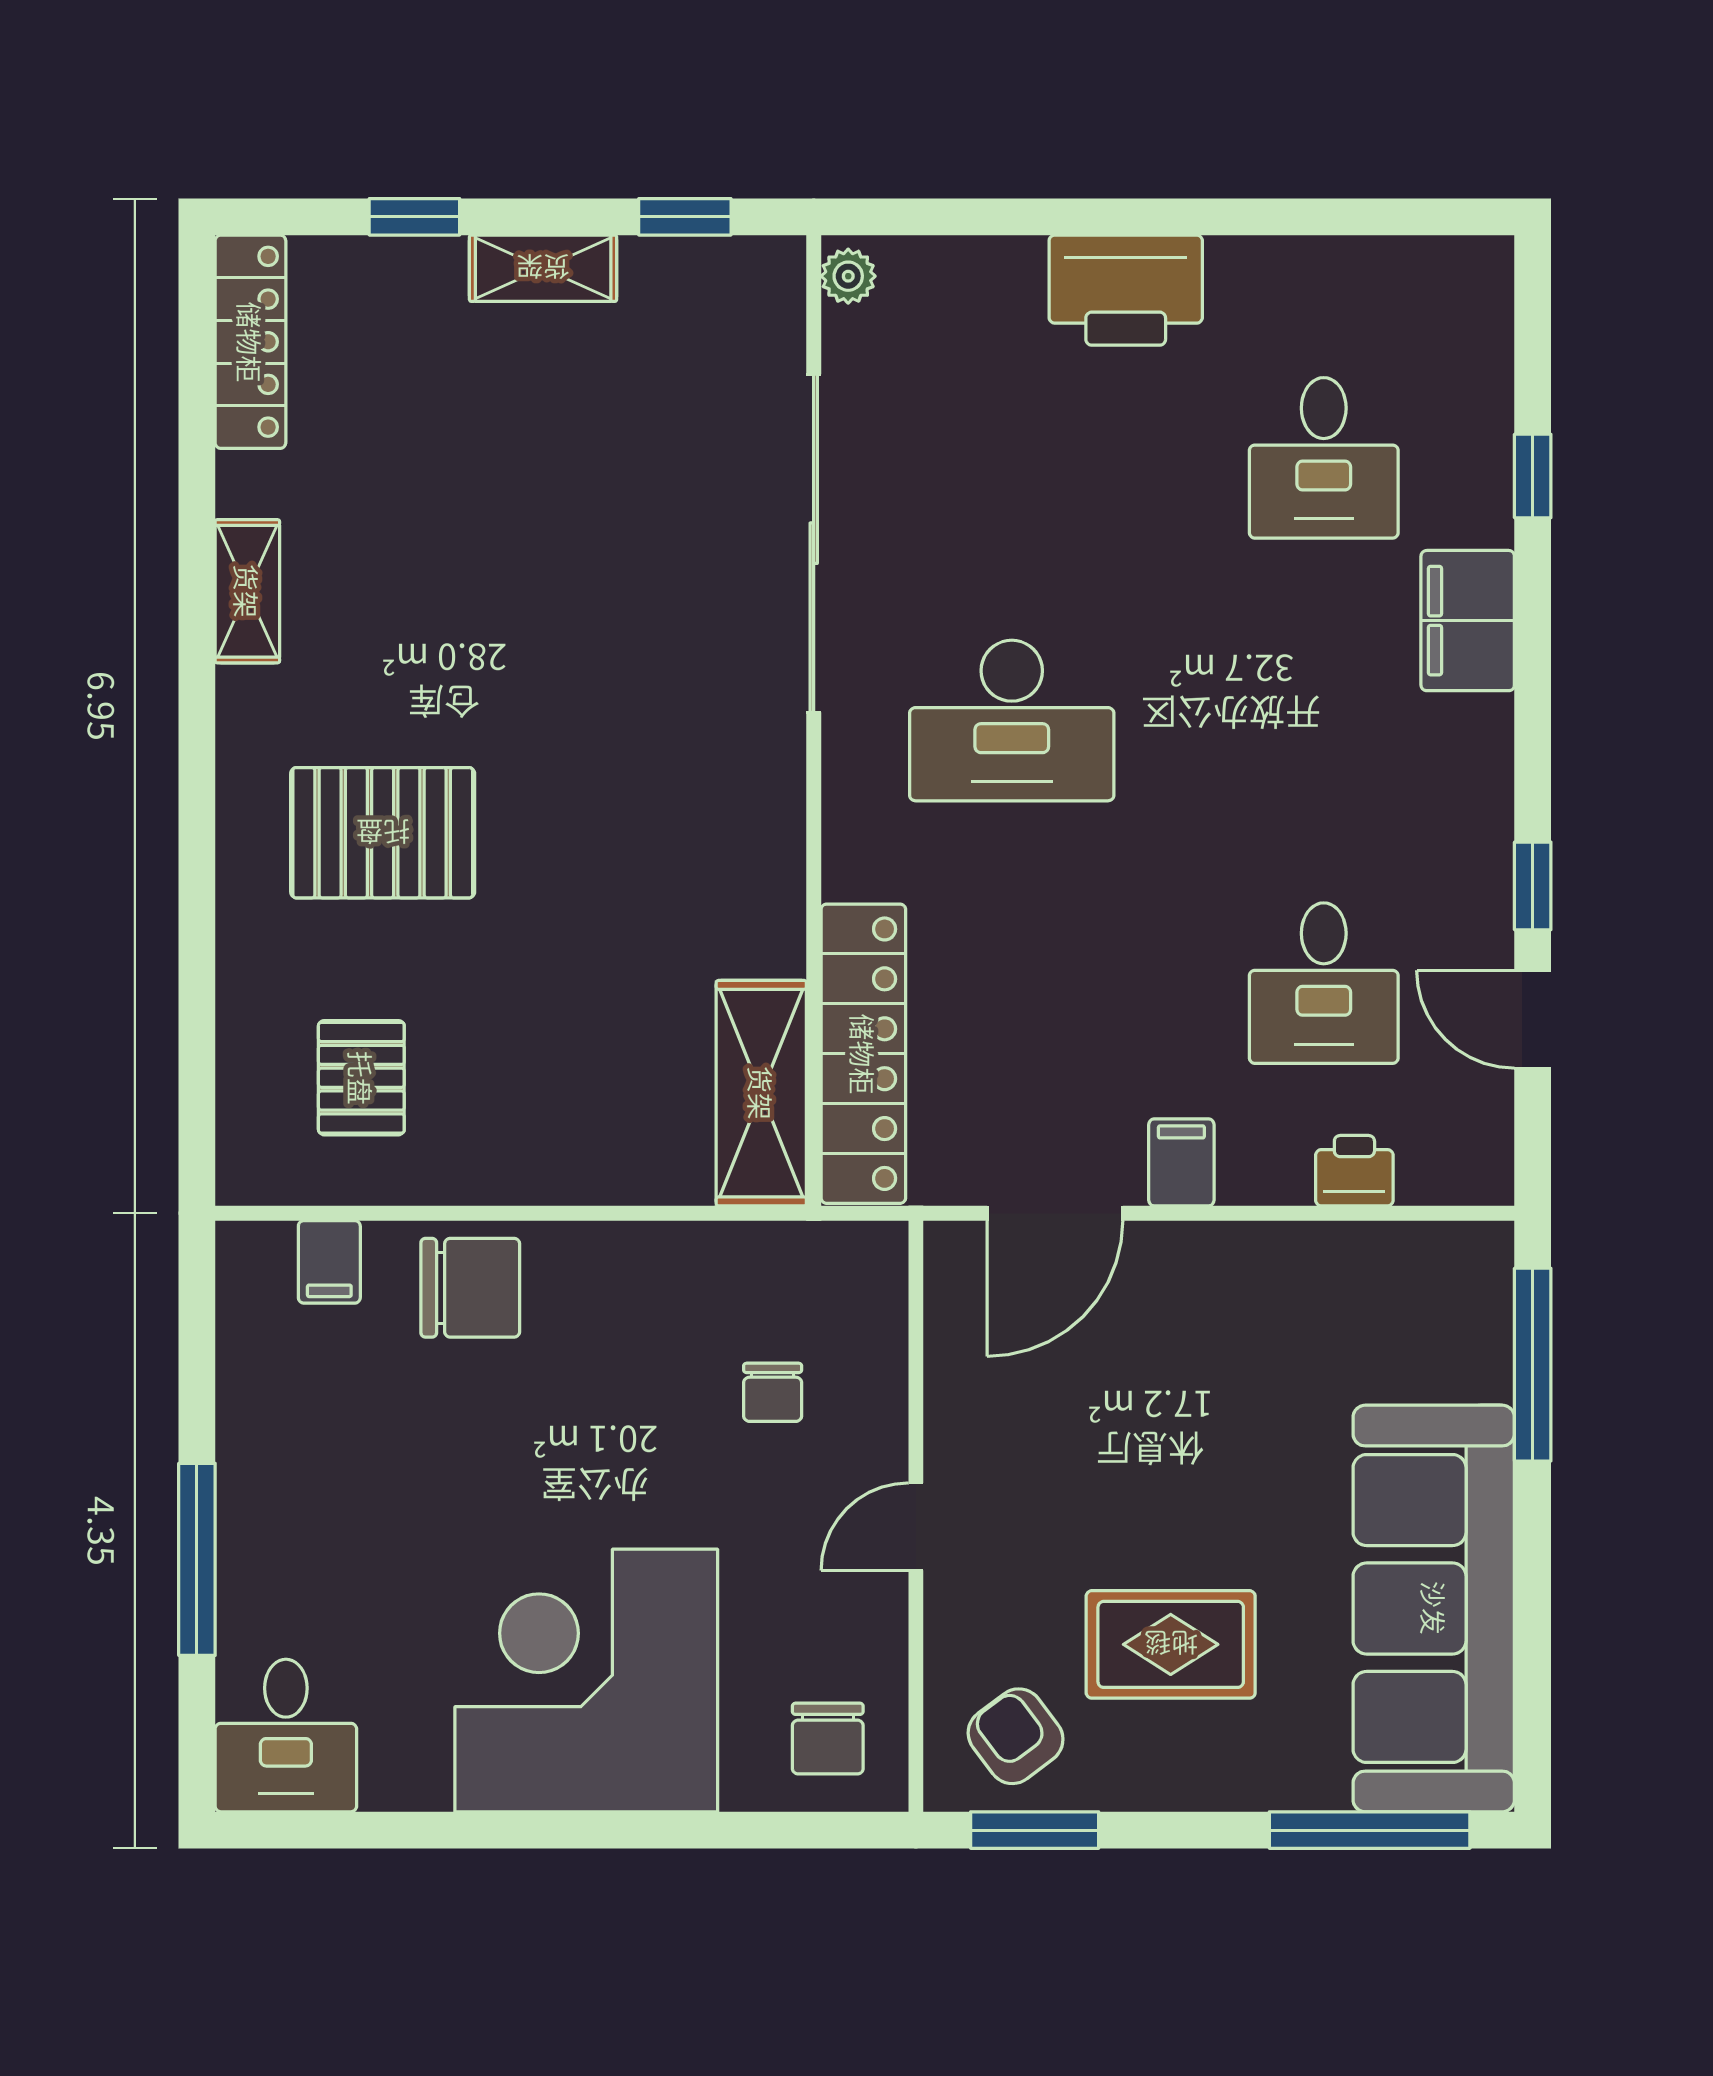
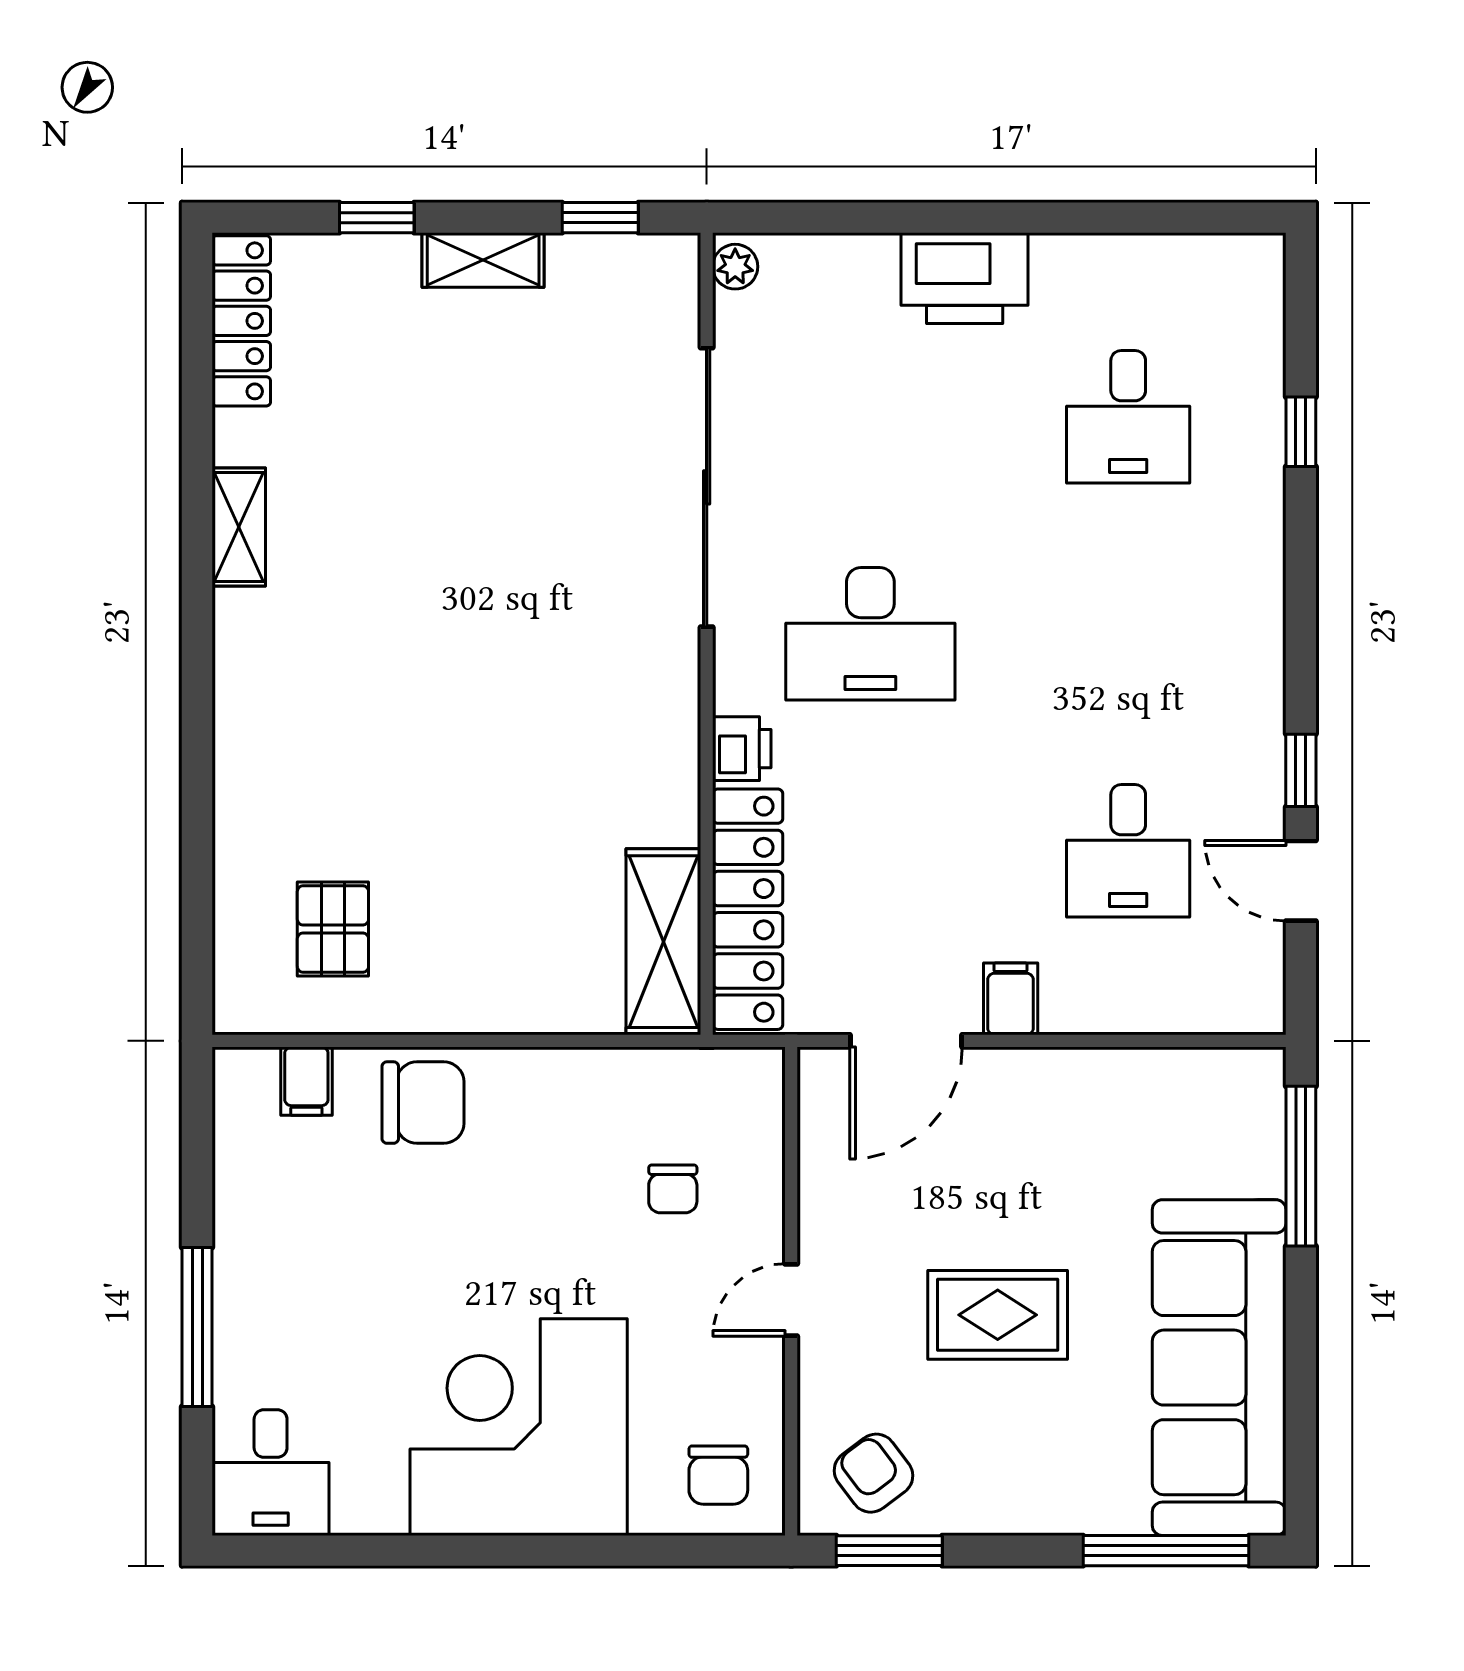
filing cabinet: (1468, 621) -> (1247, 551), removed
pallet: (383, 833) -> (351, 727), removed
printer: (1354, 1171) -> (742, 749), moved, turned 90
rug: (1171, 1644) -> (998, 1315), moved

